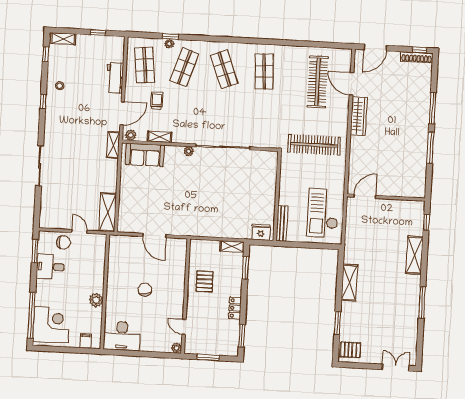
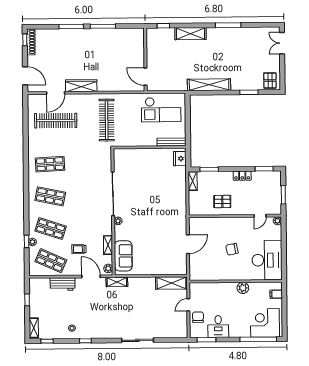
shop shelf: (145, 65) -> (51, 261), turned 30
shop shelf: (224, 69) -> (50, 196), turned 33
shelving: (349, 283) -> (209, 85), width x1.47
desk: (122, 336) -> (267, 260), width x1.36, depth x1.30

